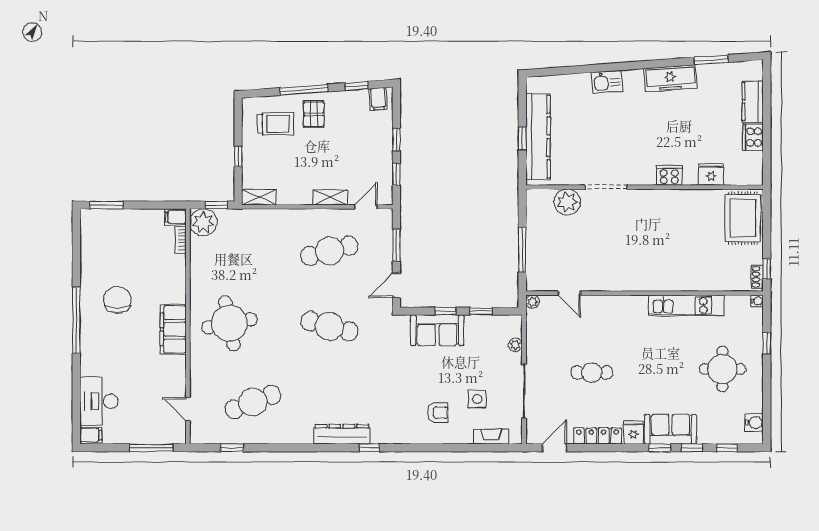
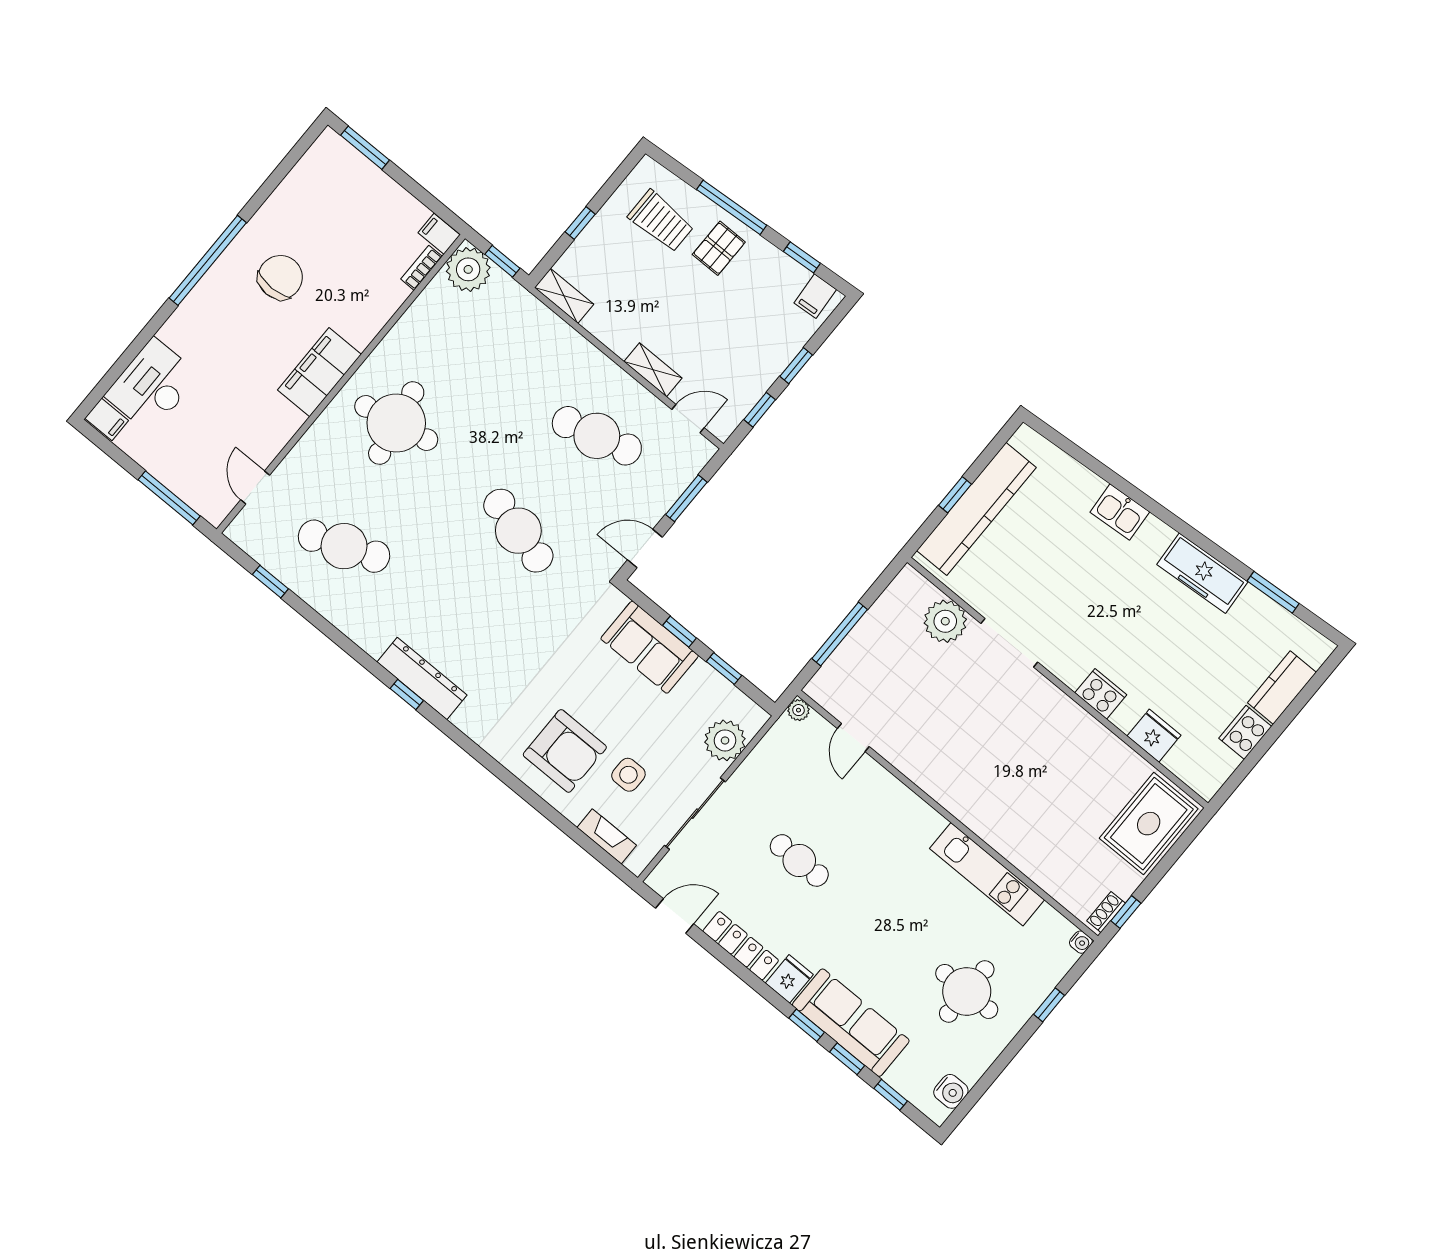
plant: (515, 345) -> (725, 740), width x1.88, depth x1.88
armchair: (438, 413) -> (565, 751), width x1.88, depth x1.88
sofa: (670, 429) -> (851, 1023), width x1.36
window: (369, 448) -> (407, 694), moved

